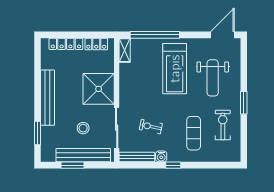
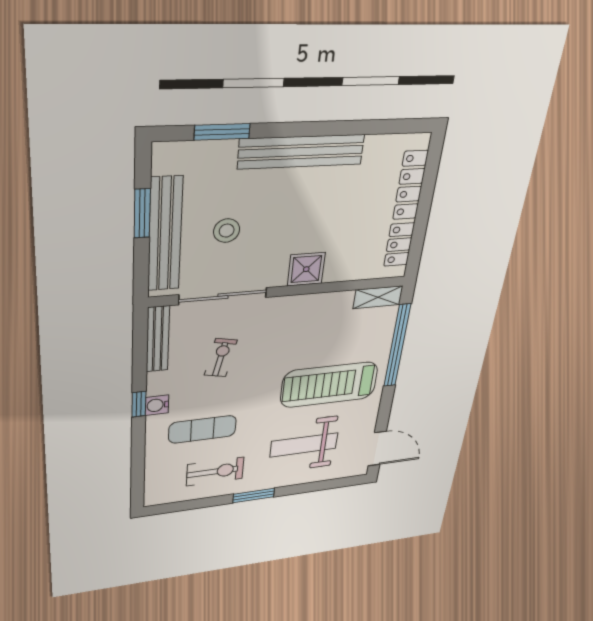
shower: (99, 89) -> (306, 269), width x0.54, depth x0.54
water cooler: (161, 156) -> (157, 405), moved

